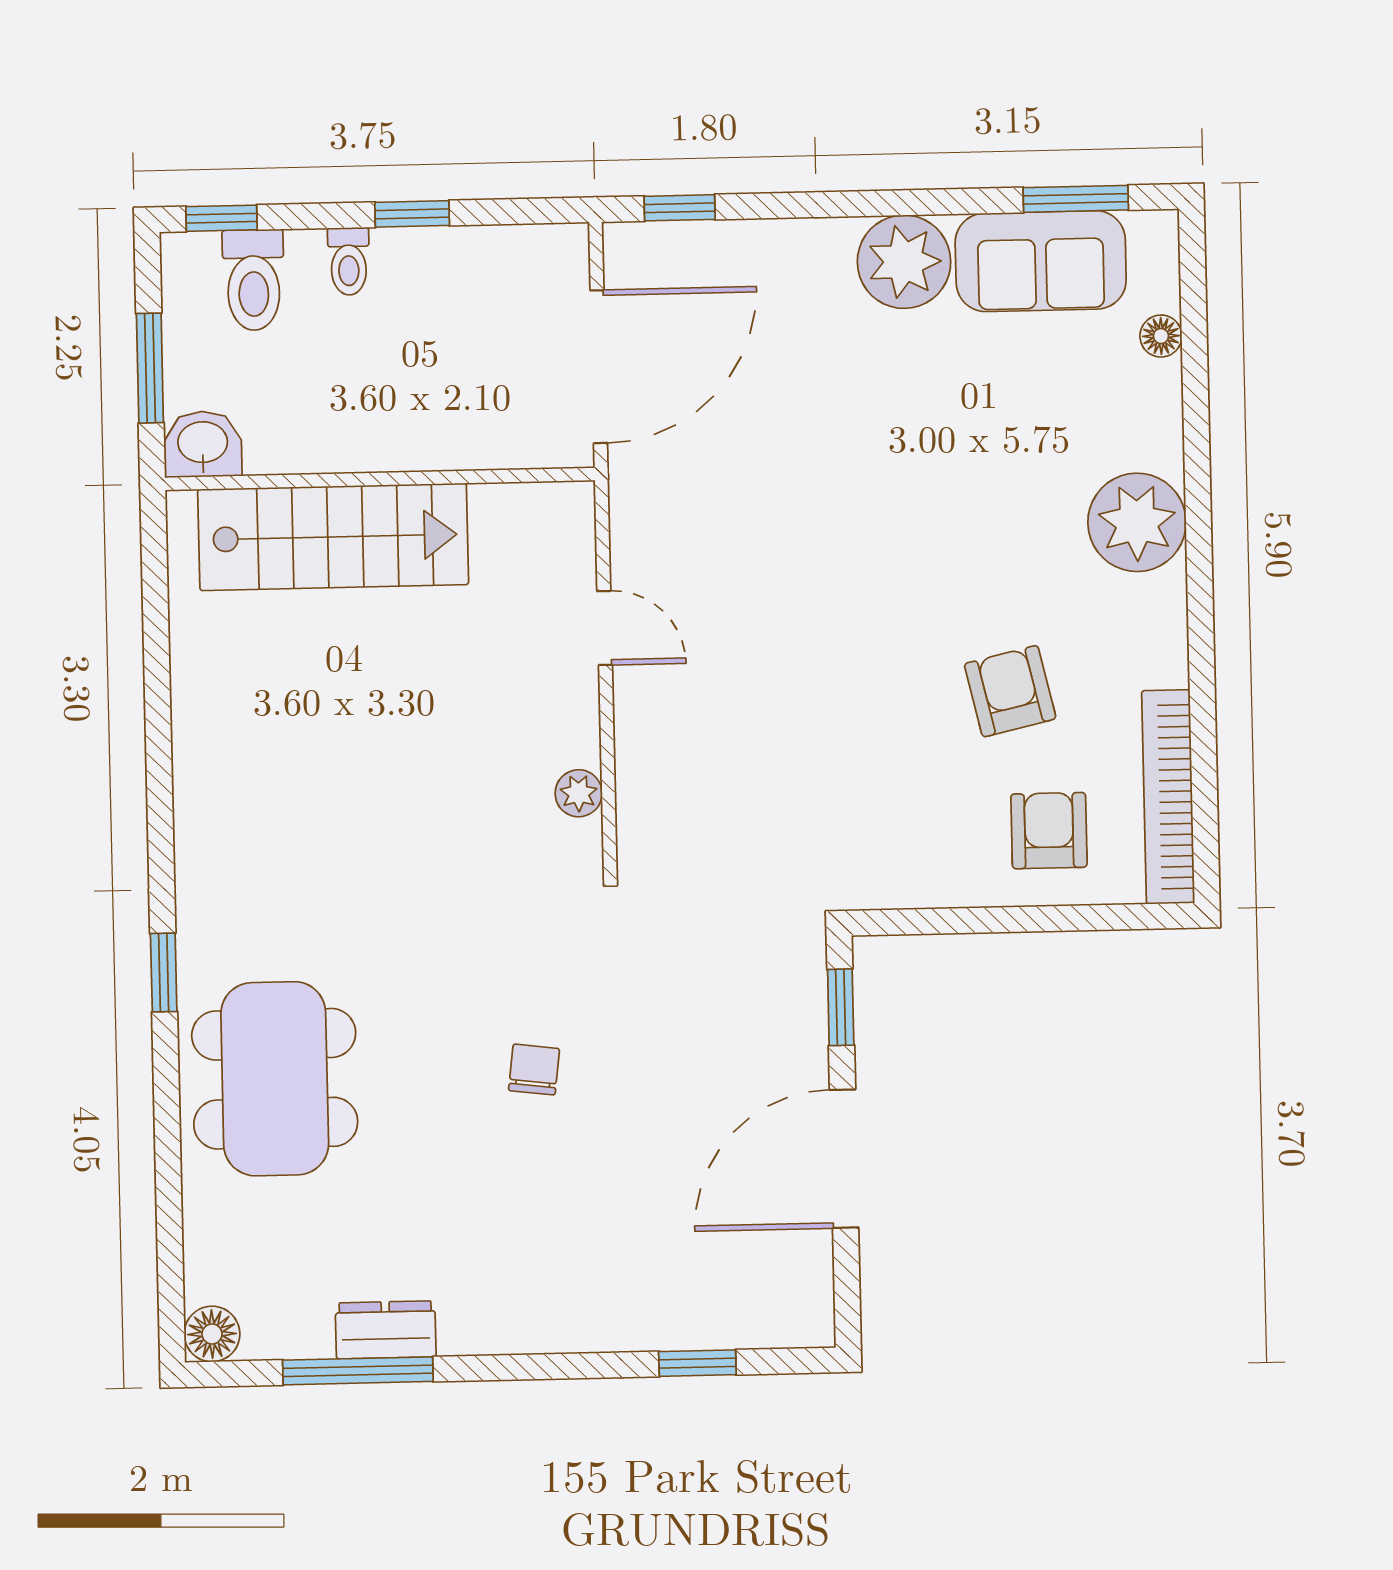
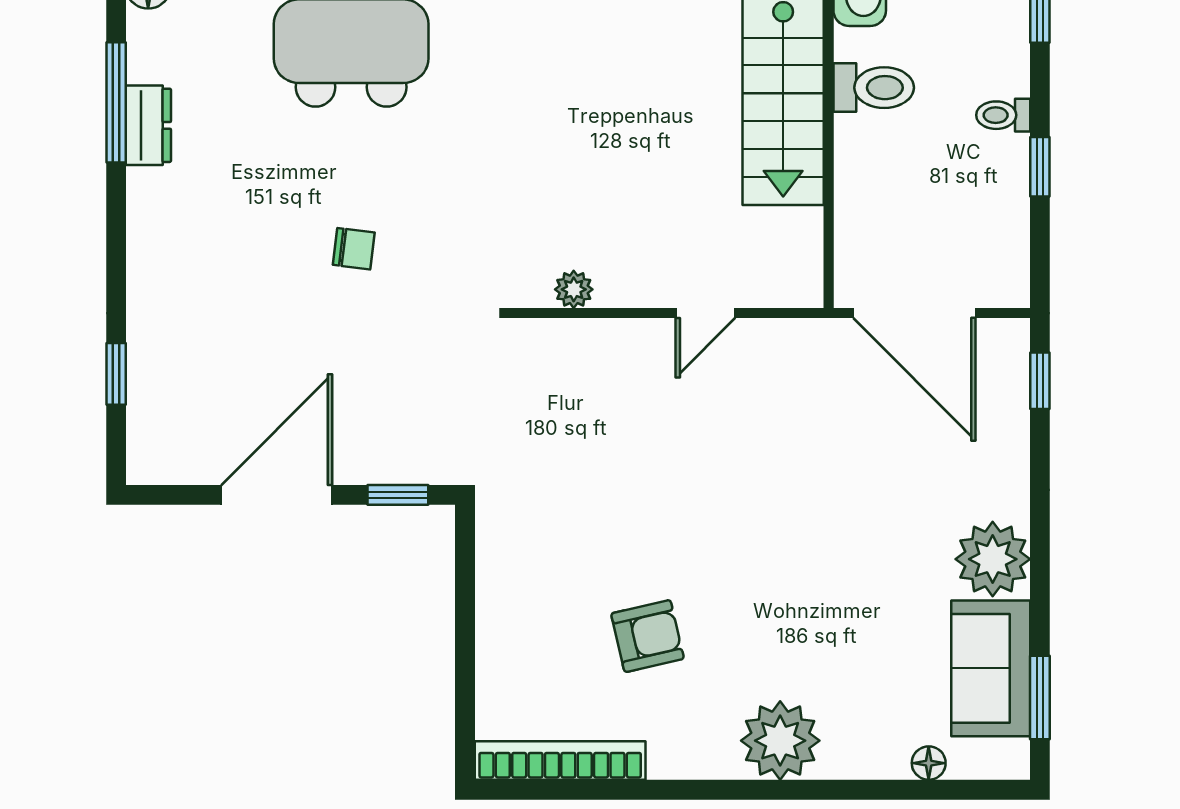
toilet: (254, 280) -> (874, 88), moved, turned 180
armchair: (1049, 831) -> (535, 665), removed
door: (844, 1159) -> (277, 495), hinge flipped

